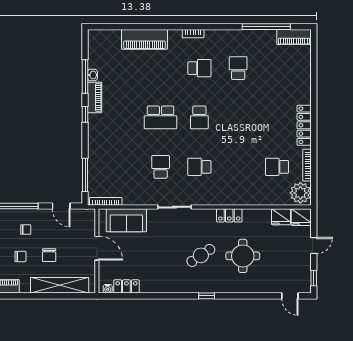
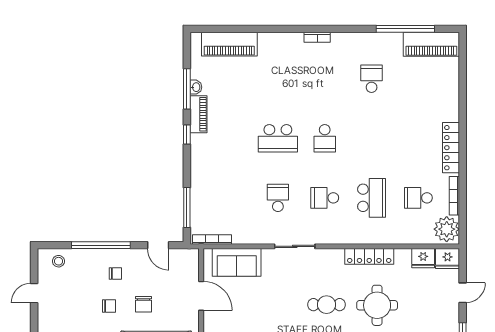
piano: (294, 37) -> (431, 44), width x1.37, depth x1.33
piano: (144, 39) -> (229, 44), moved
school desk: (199, 68) -> (372, 198), moved, width x1.85
locker: (229, 215) -> (369, 256), width x1.53
cafe table: (201, 255) -> (327, 305), turned 34

